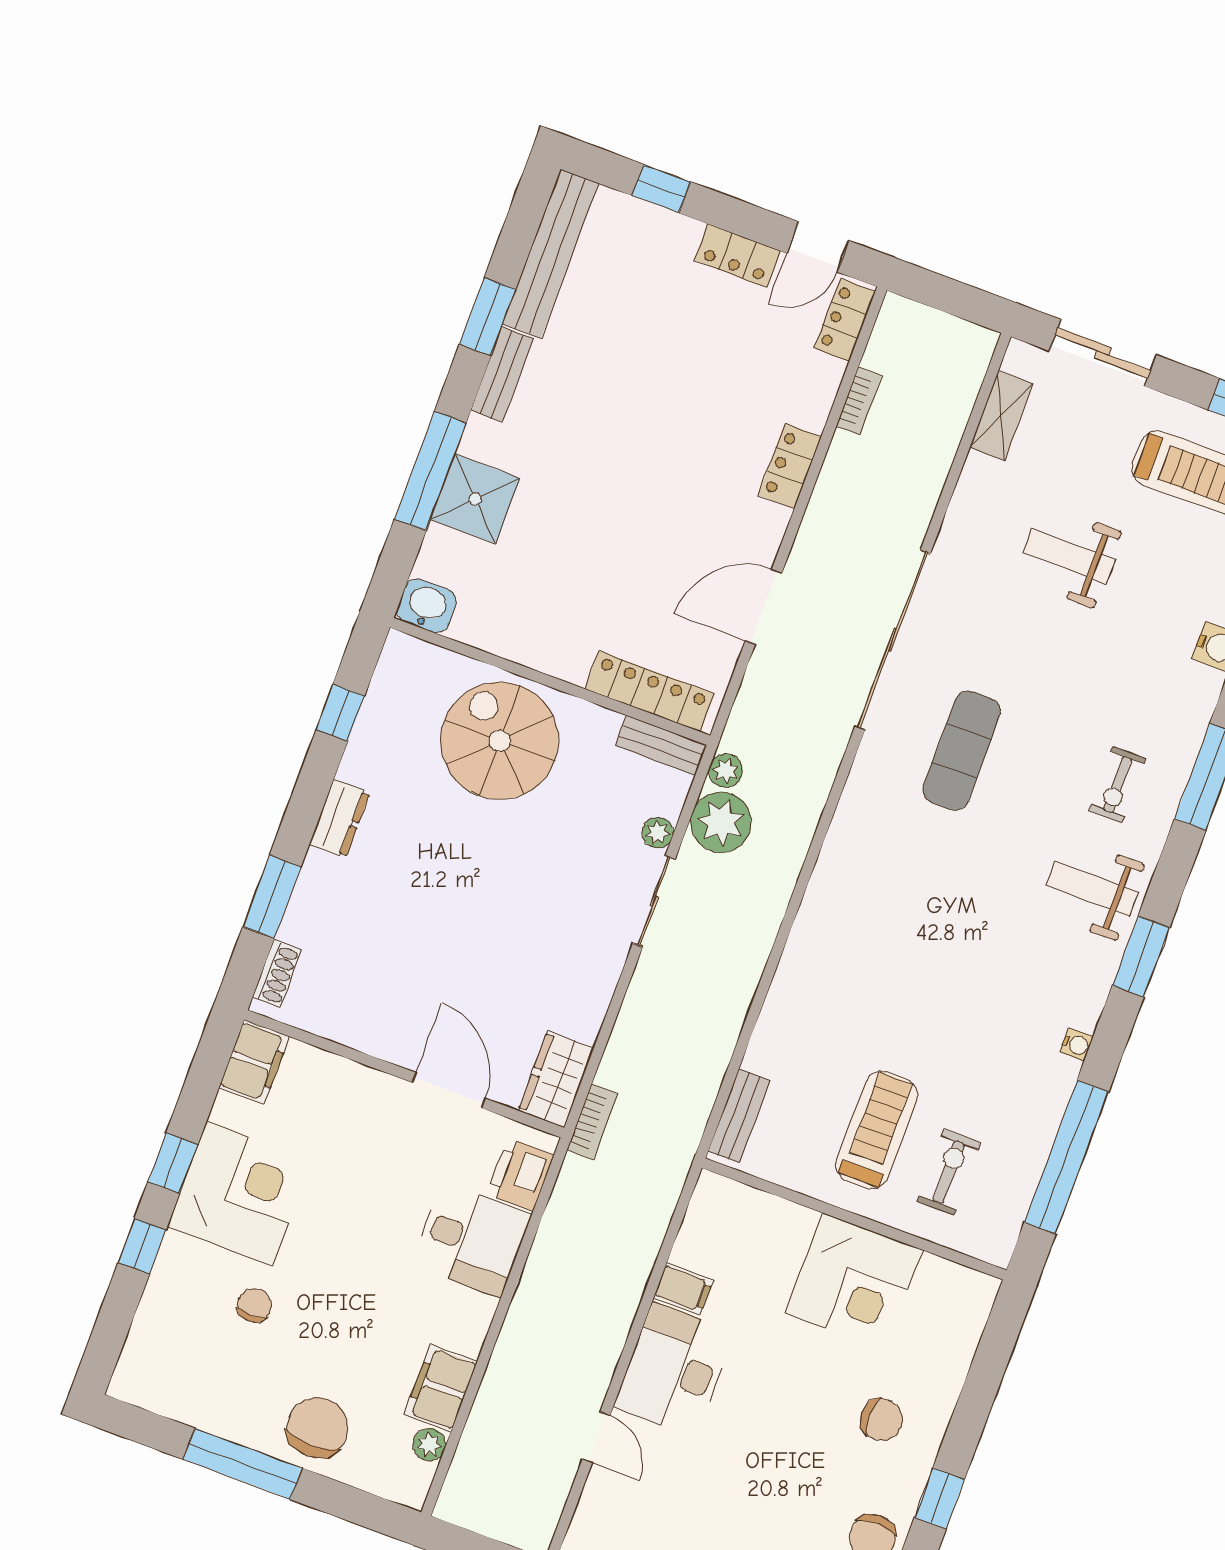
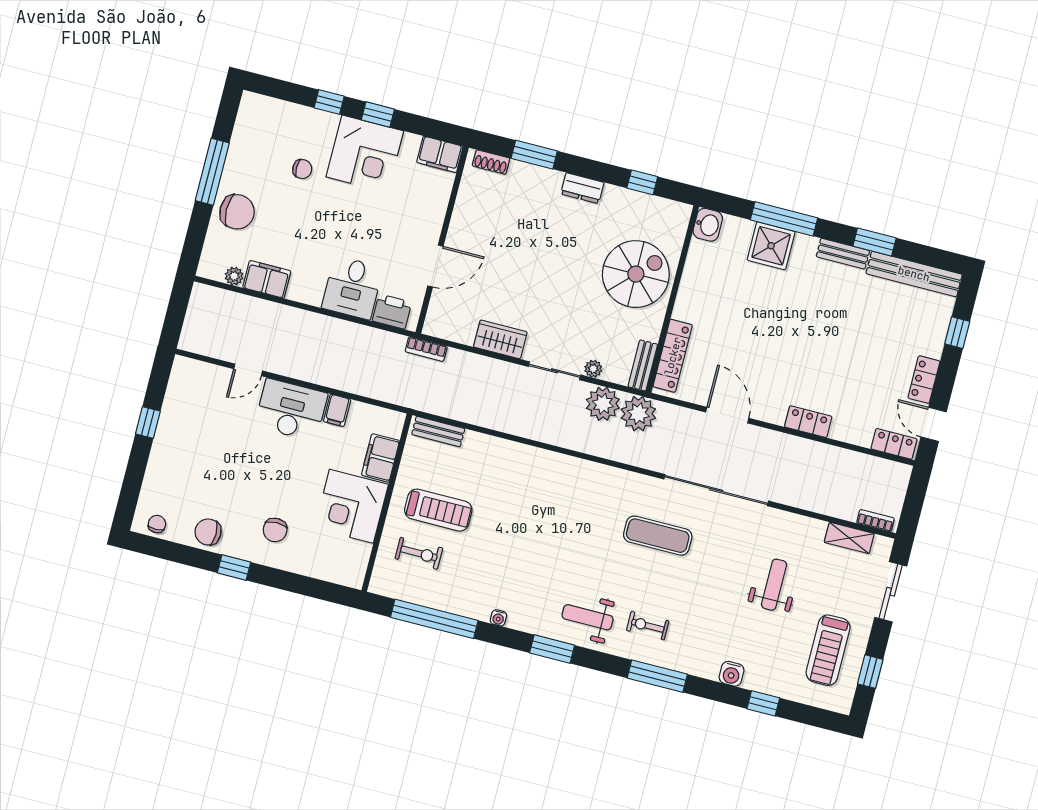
bookcase: (859, 401) -> (875, 521), moved, turned 180
plant: (726, 771) -> (638, 414), width x1.88, depth x1.88
weight bench: (1092, 888) -> (588, 617), turned -90
wardrobe: (556, 1079) -> (500, 339), moved
filing cabinet: (775, 1222) -> (380, 458), added

